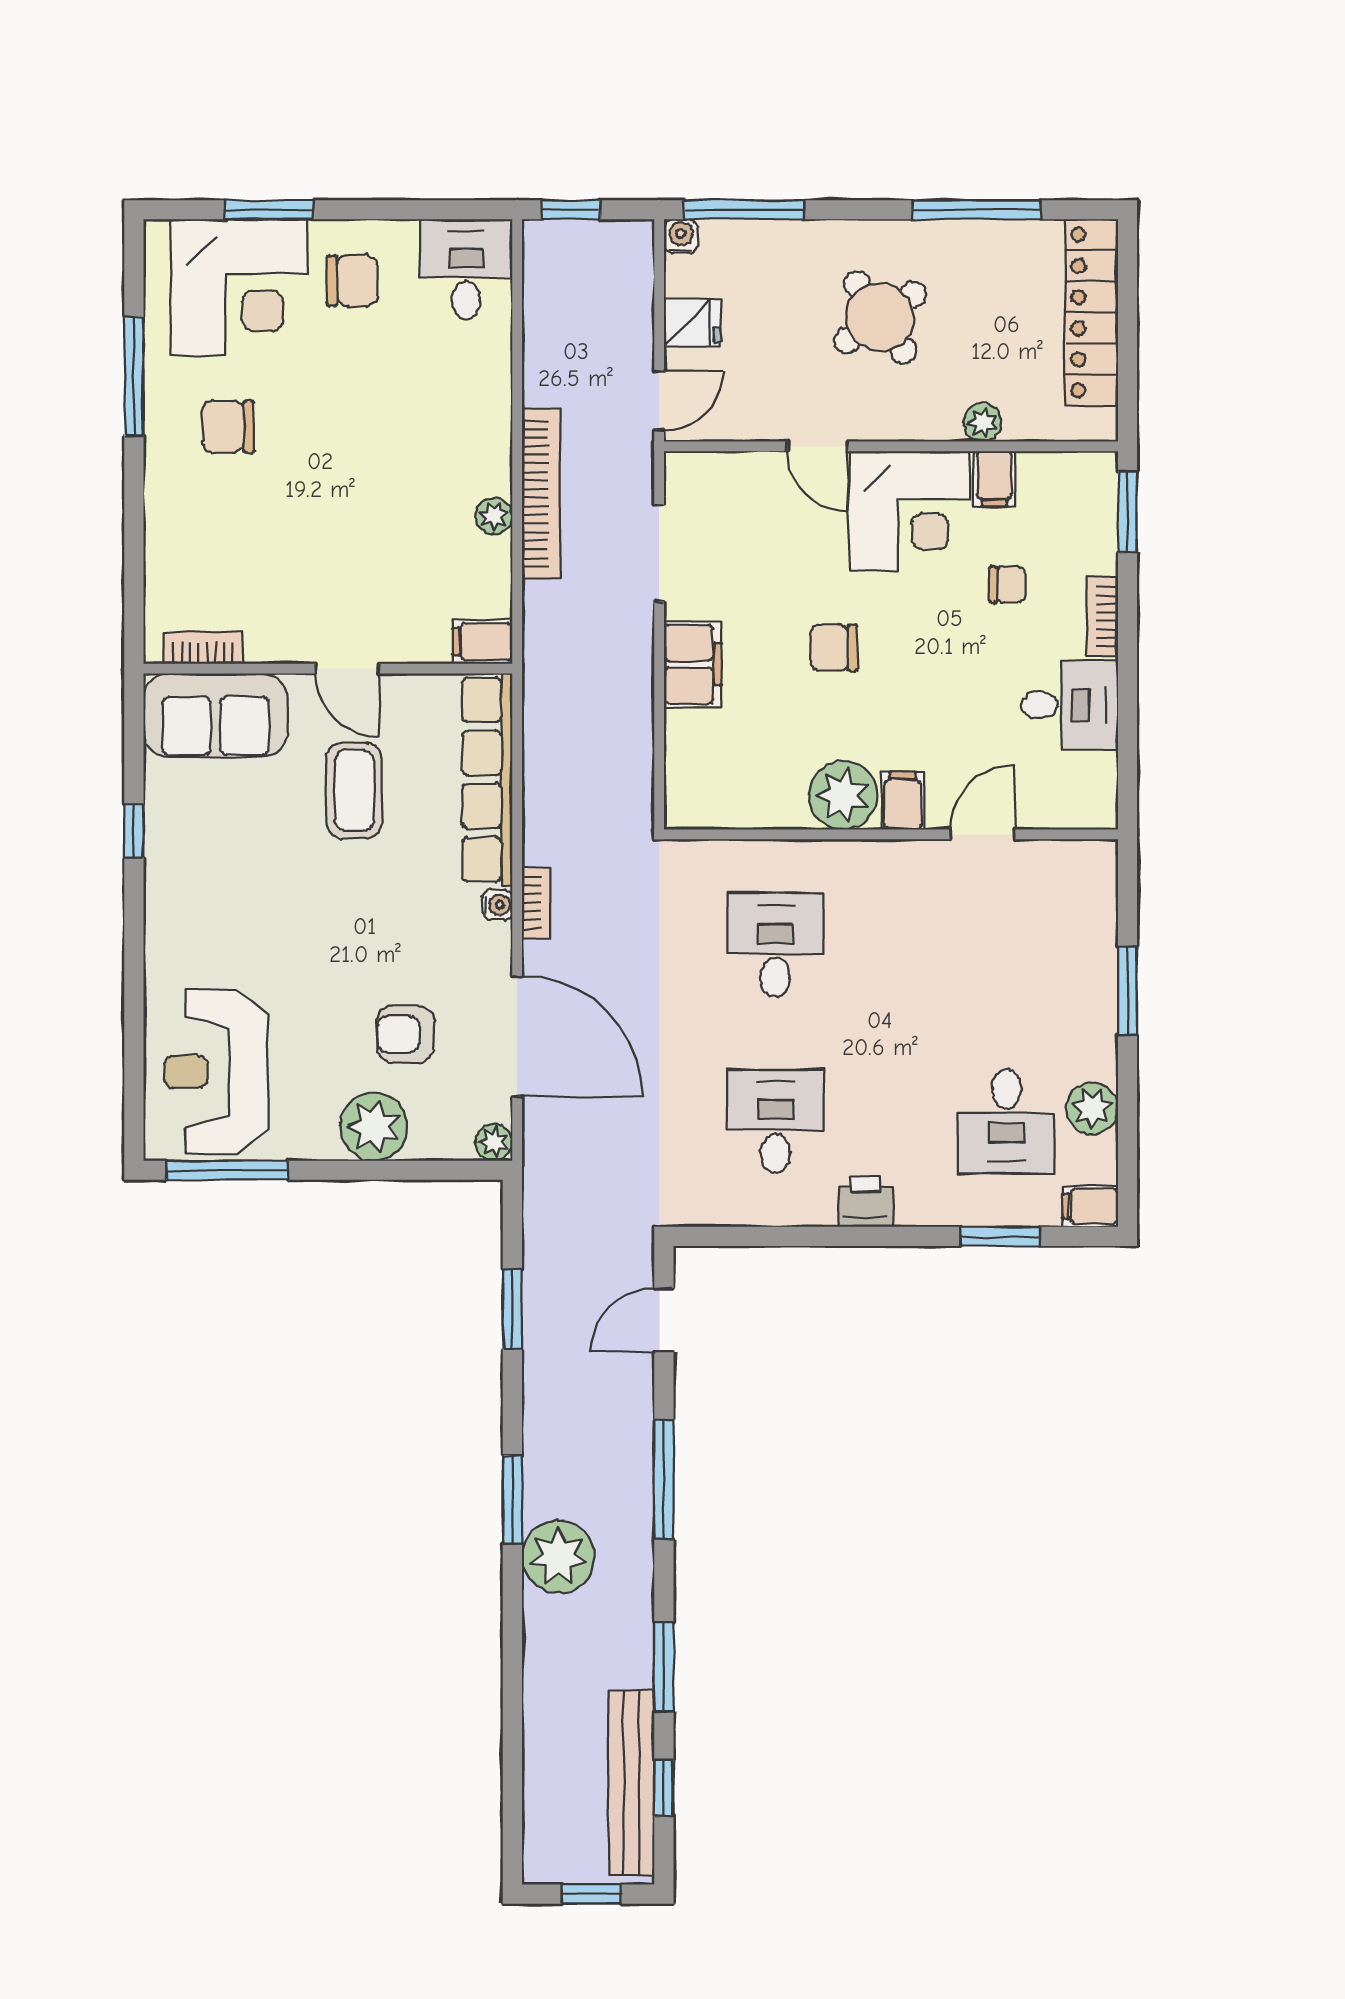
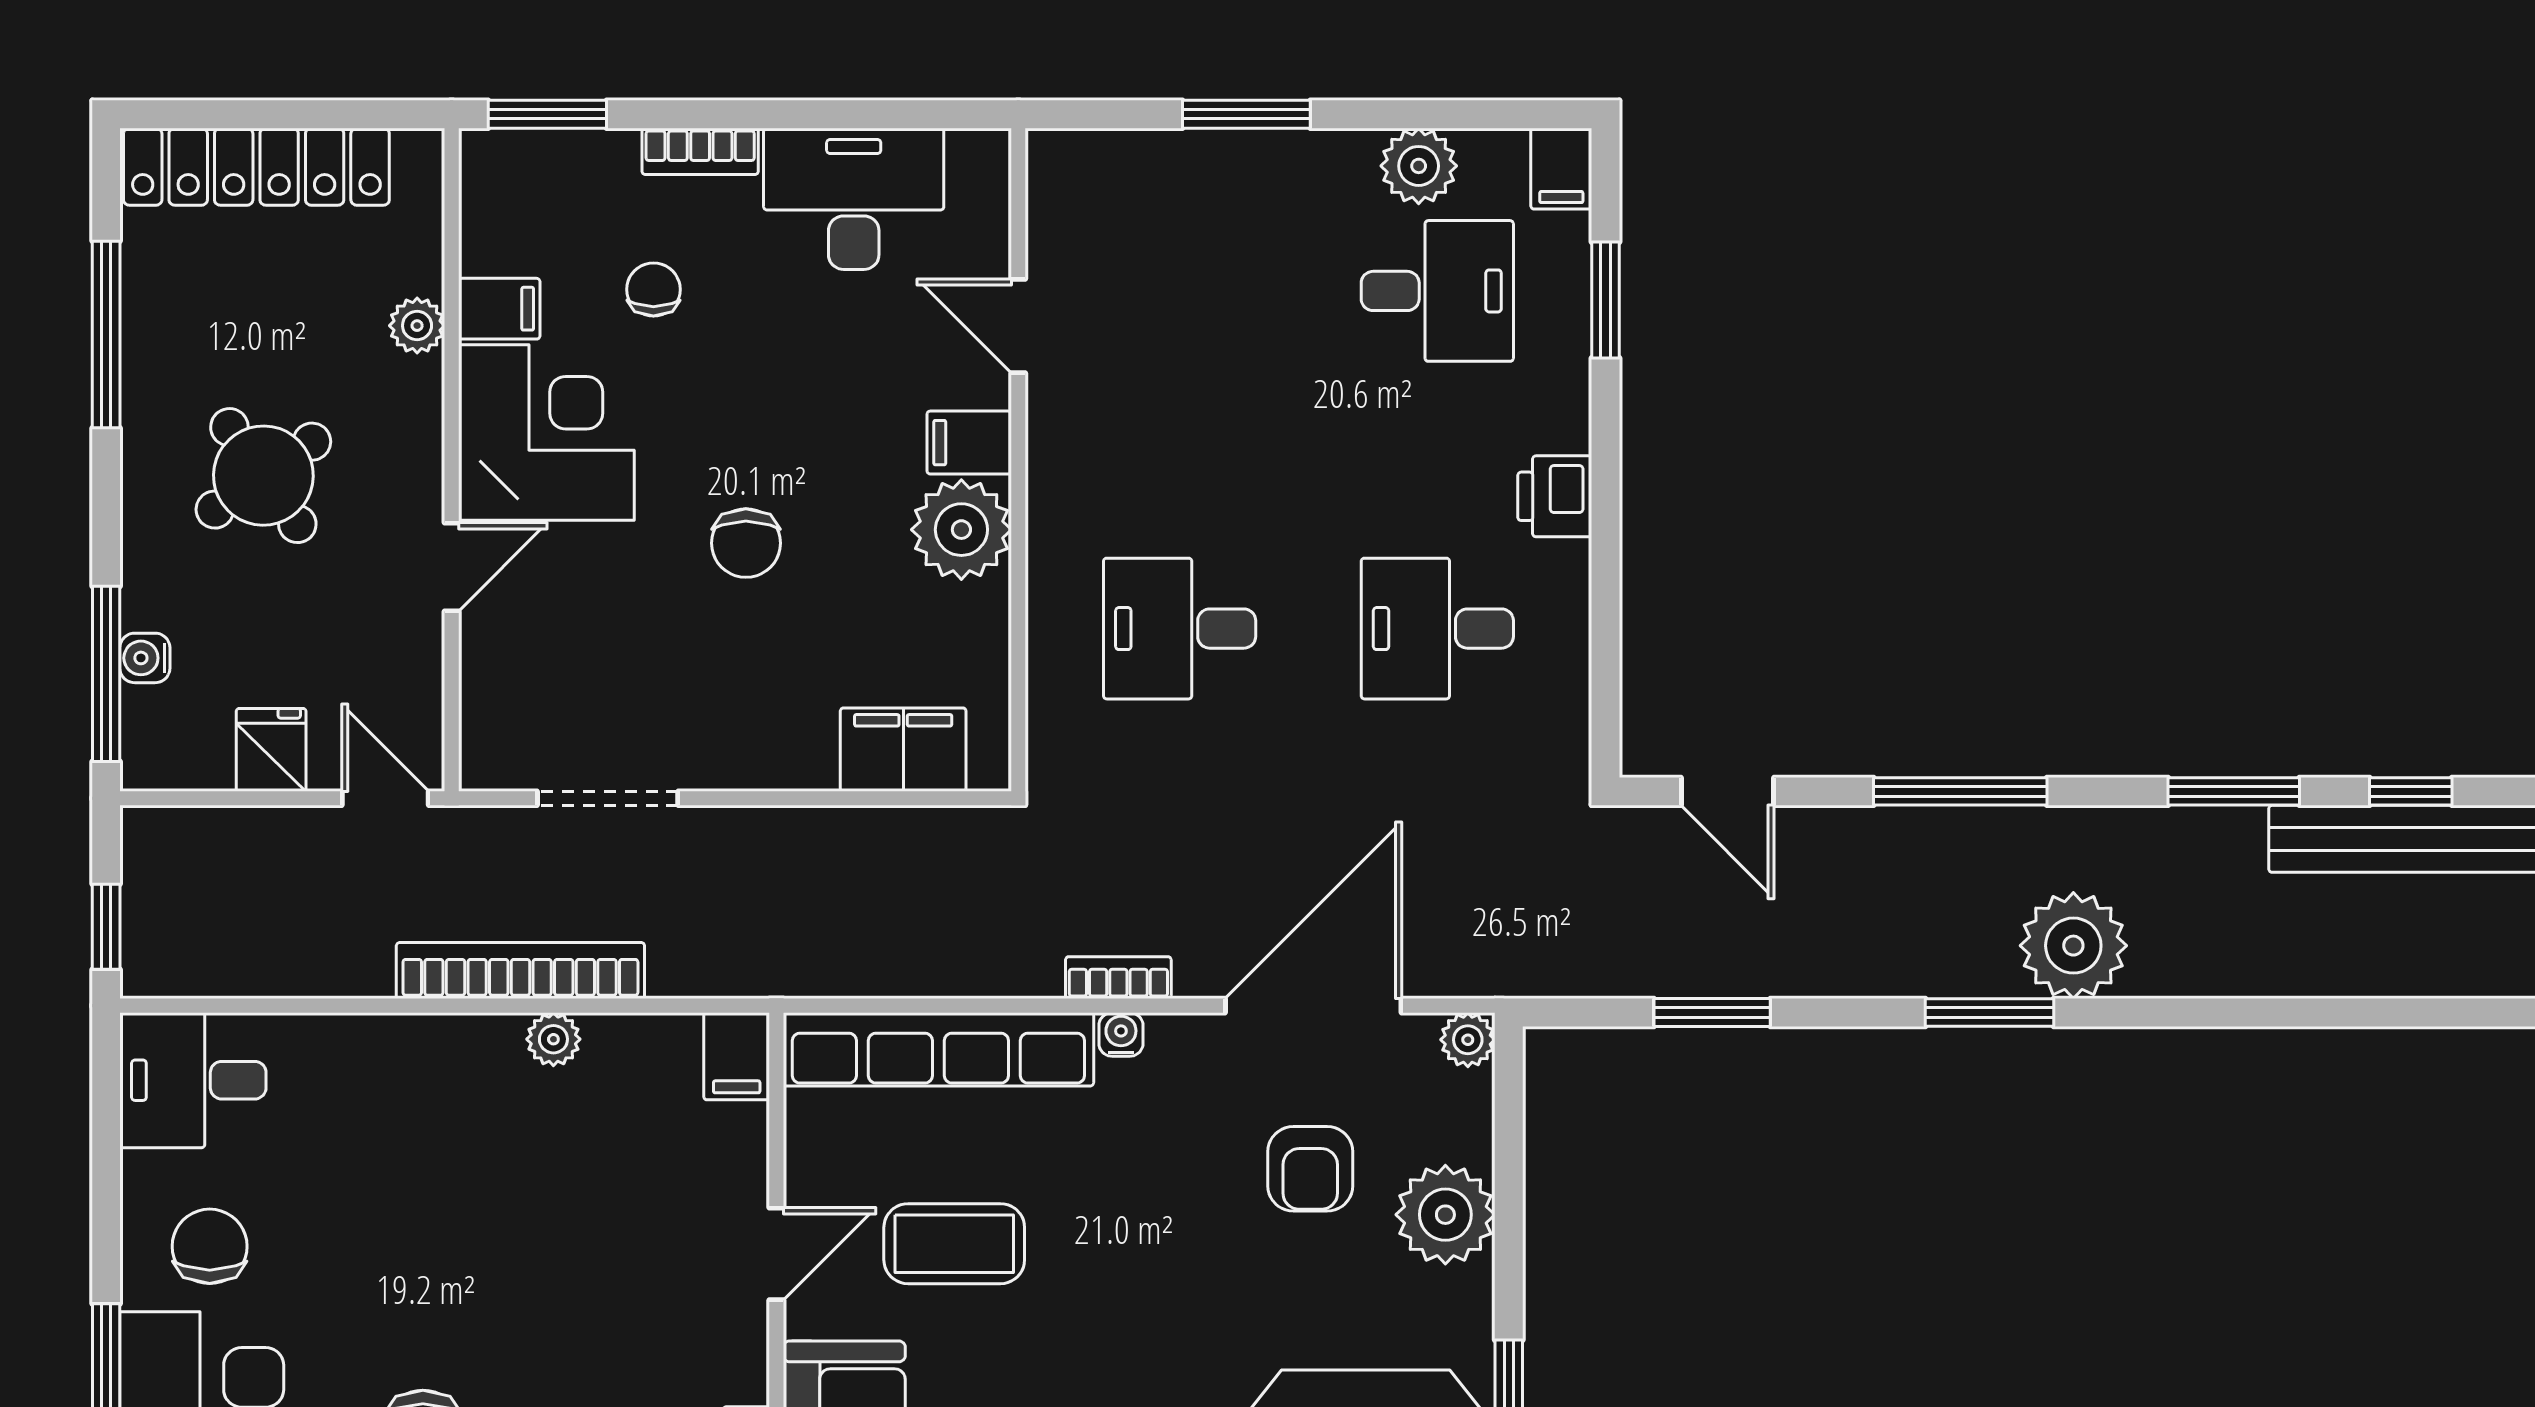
water cooler: (681, 236) -> (145, 658), moved
filing cabinet: (692, 664) -> (903, 750), moved
desk: (1070, 705) -> (854, 199), width x1.37

